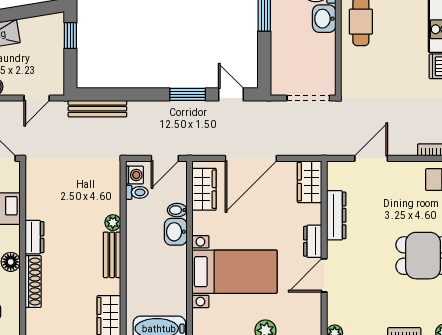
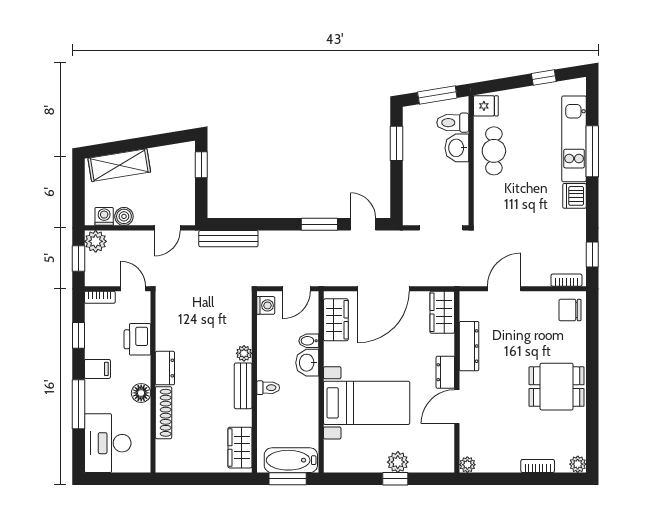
toilet: (137, 192) -> (268, 388), moved

